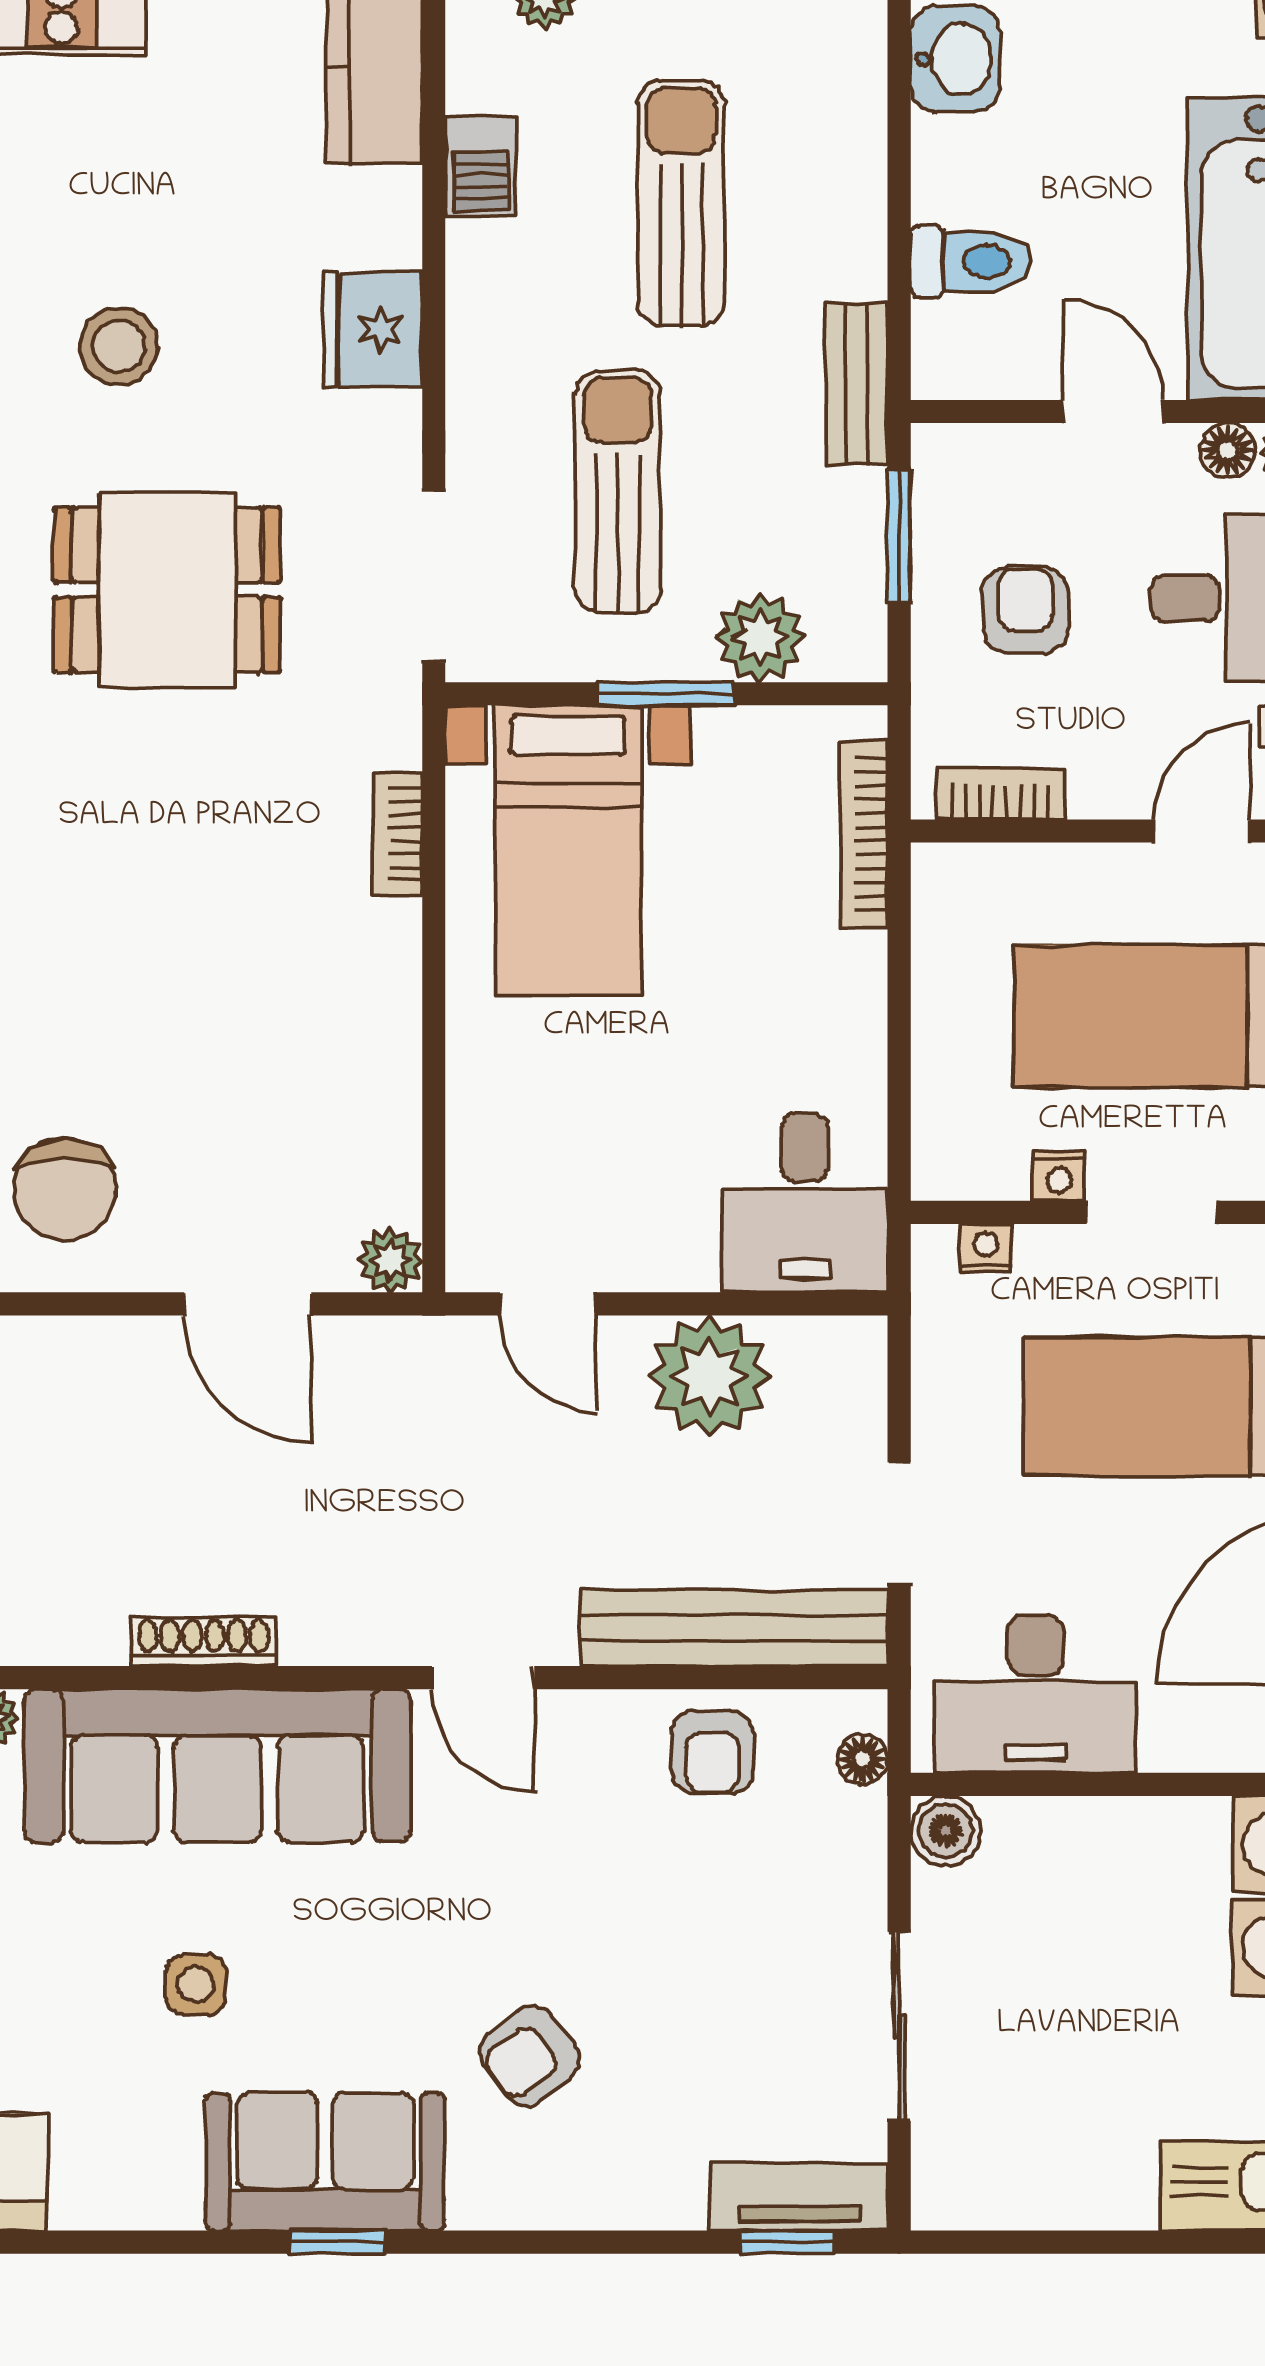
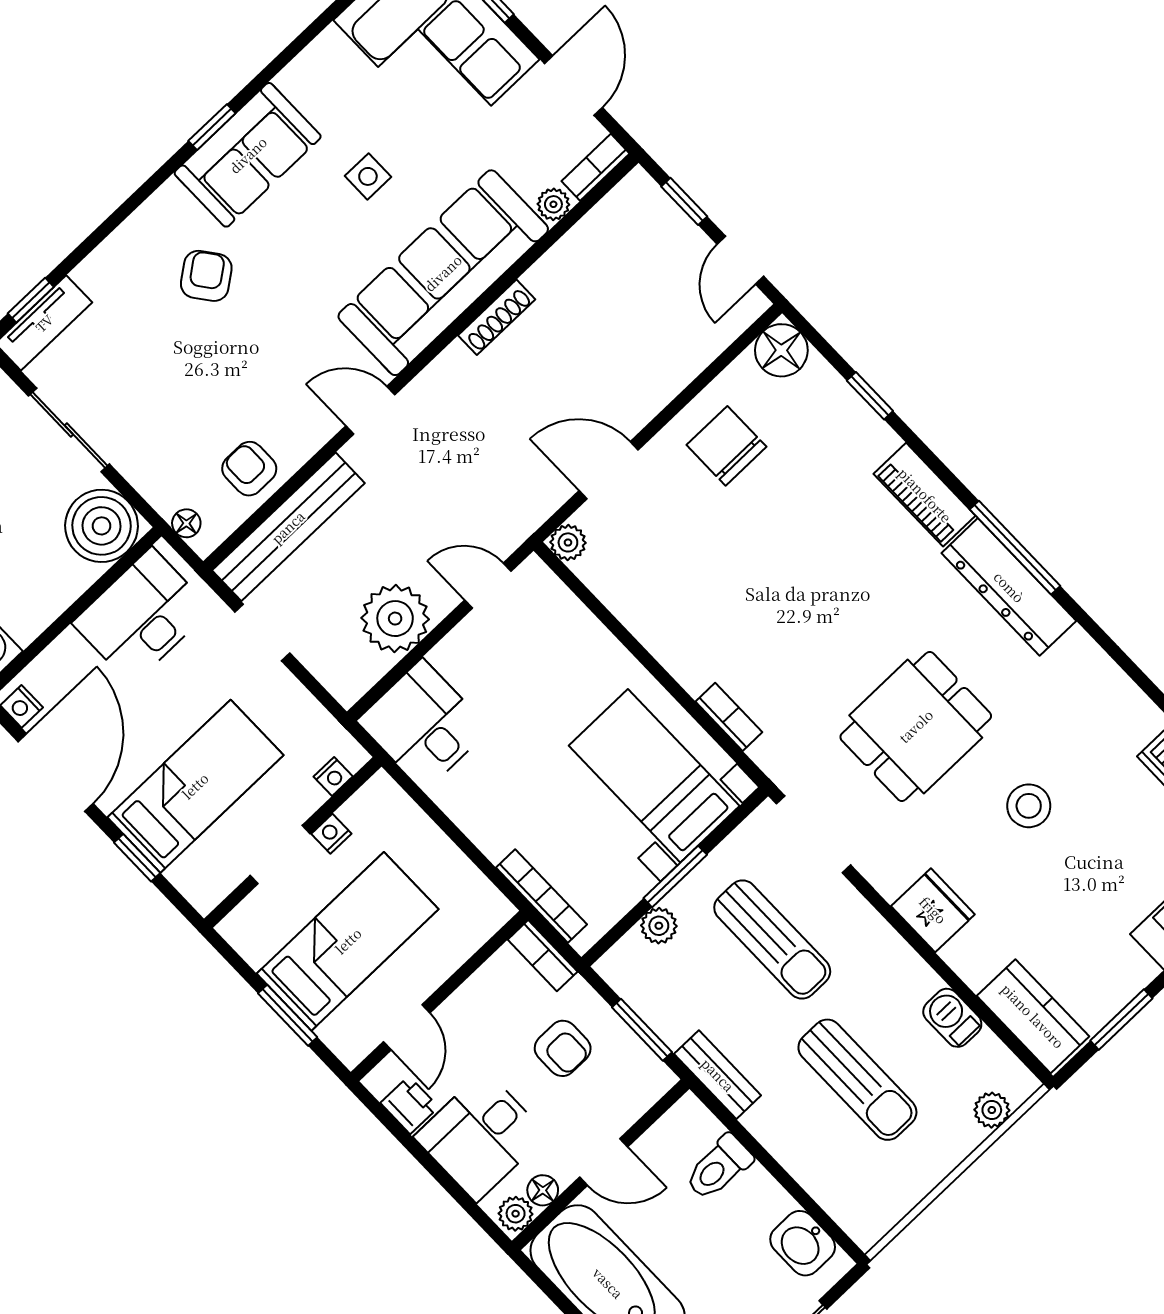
plant: (760, 638) -> (659, 926), width x0.73, depth x0.73
bookcase: (1000, 794) -> (543, 956), moved, turned 90
boiler: (945, 1831) -> (102, 526), width x1.86, depth x1.86

